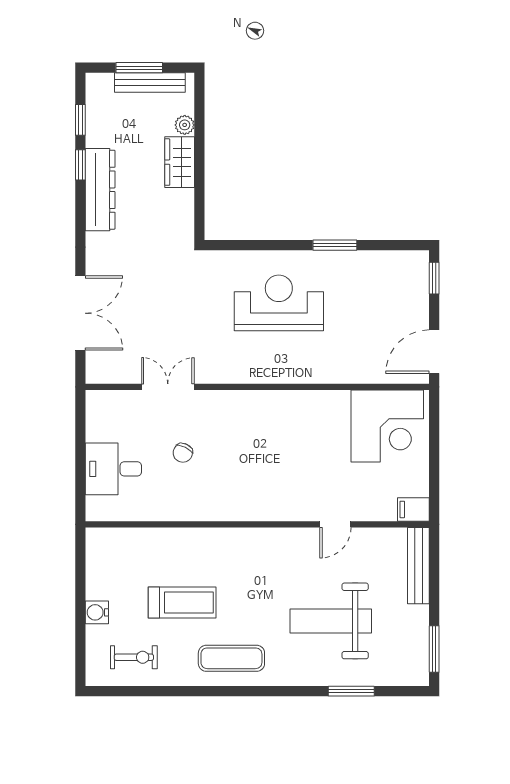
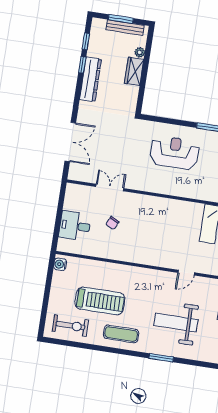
treadmill: (182, 602) -> (100, 301), width x1.37, depth x1.38
water cooler: (97, 612) -> (60, 264), moved
exercise bike: (134, 657) -> (70, 326), width x1.38, depth x1.39
window: (351, 691) -> (161, 358), moved

